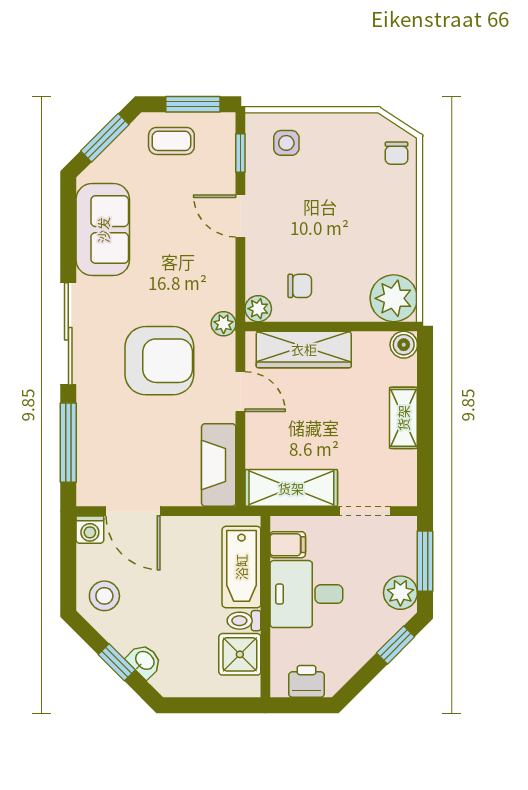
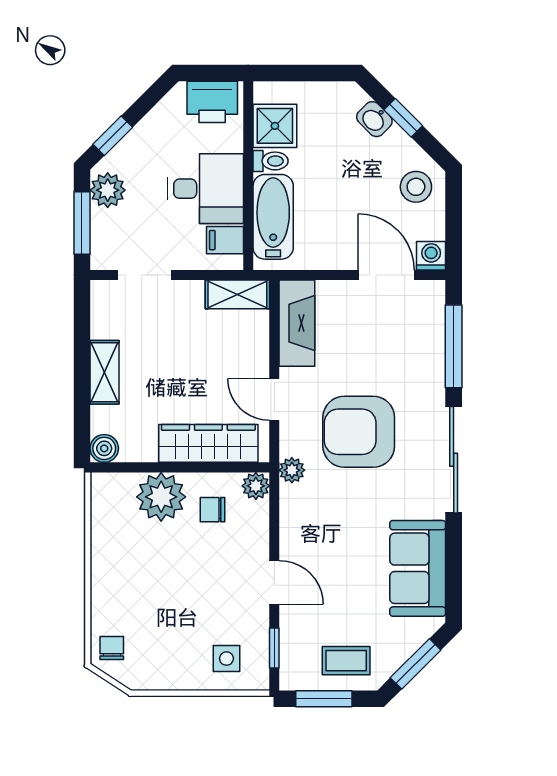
plant: (394, 298) -> (161, 497), moved
shelving: (291, 488) -> (237, 294), width x0.67, depth x0.75
printer: (306, 681) -> (212, 102), width x1.36, depth x1.24

